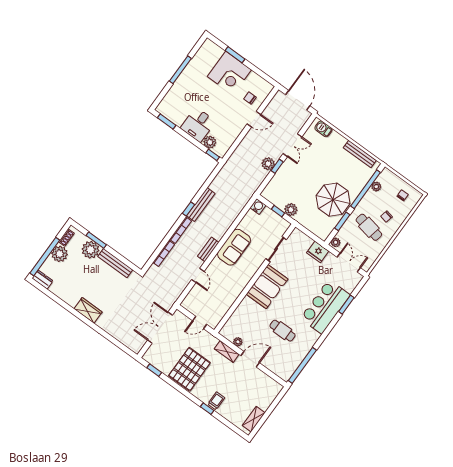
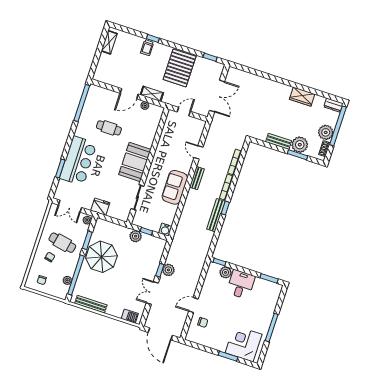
corner desk: (229, 73) -> (244, 344), moved
bench: (115, 263) -> (279, 141), width x0.73
wardrobe: (88, 310) -> (302, 97), moved

